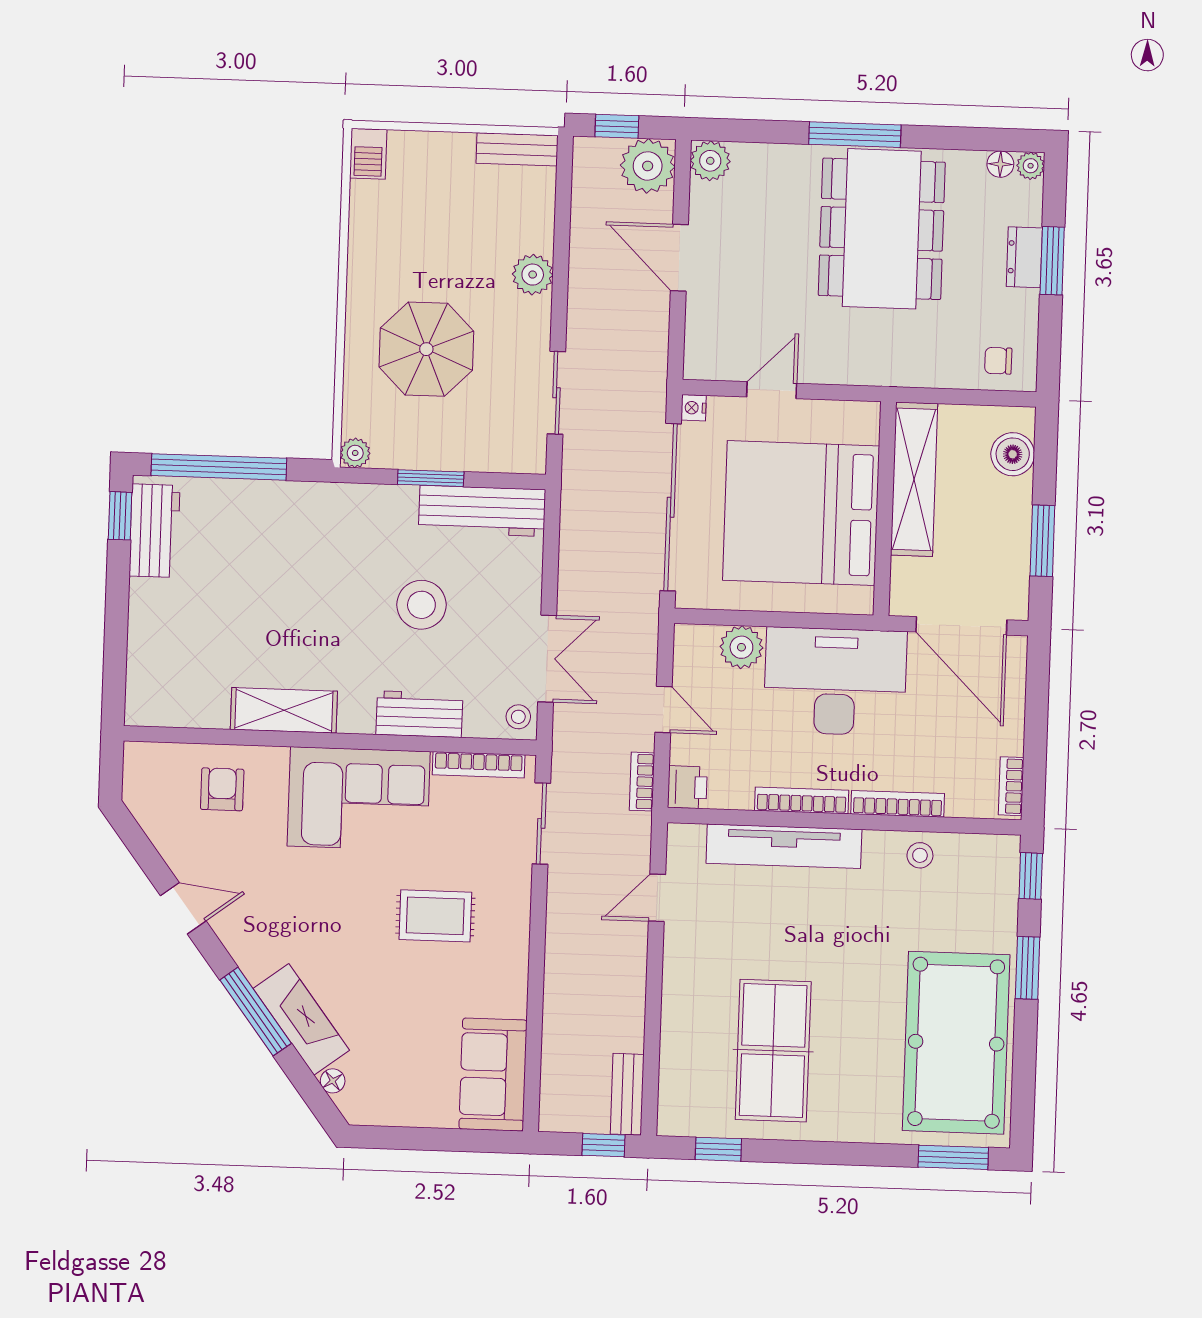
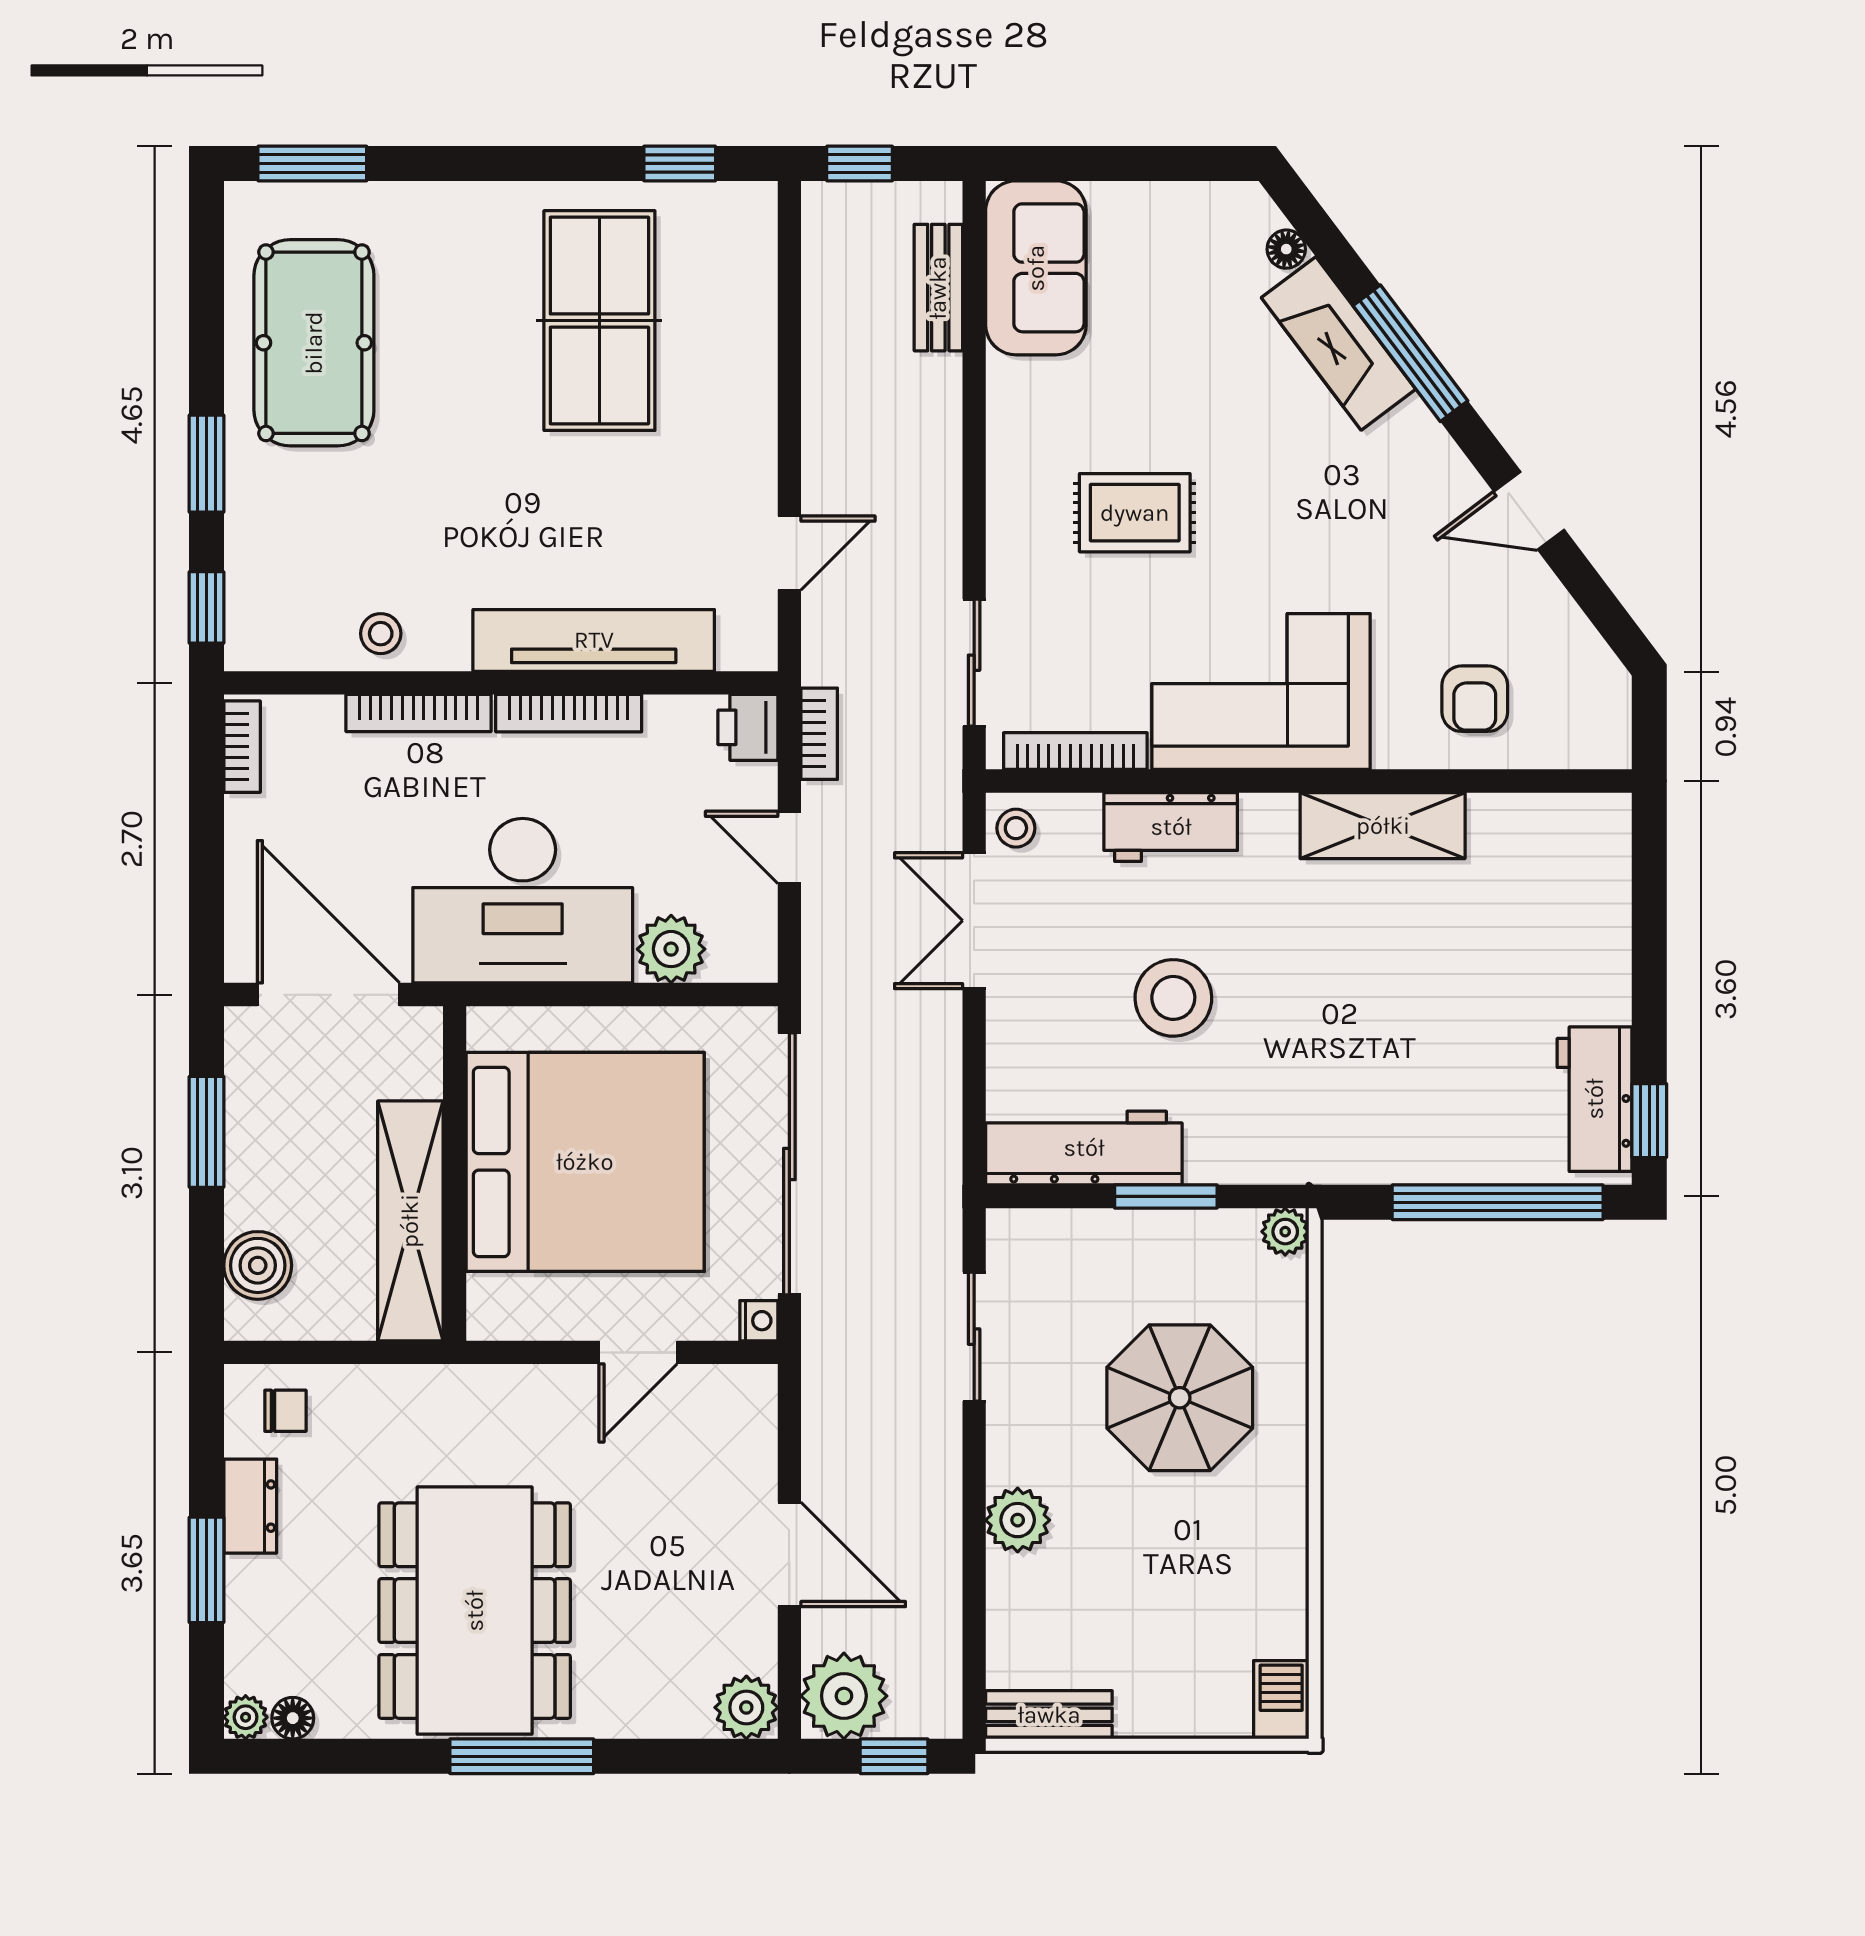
dresser: (1024, 257) -> (250, 1506), moved
pool table: (956, 1043) -> (314, 343), width x0.73, depth x0.76
bench: (627, 1094) -> (938, 288), moved

